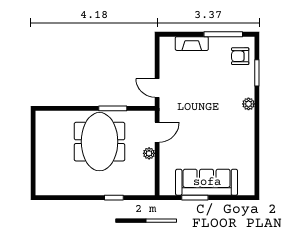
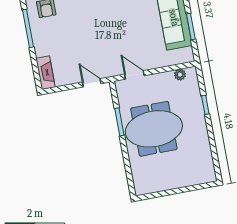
fireplace: (192, 44) -> (45, 73), moved
door: (157, 88) -> (92, 83), swing flipped
plant: (149, 153) -> (180, 75), moved

